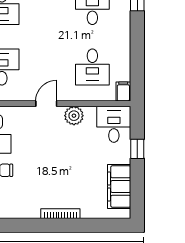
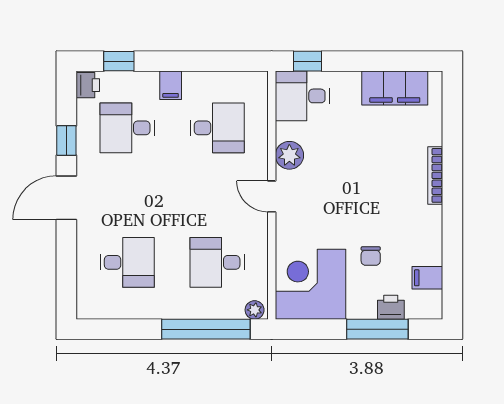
filing cabinet: (123, 92) -> (171, 85), moved, turned -90
window: (137, 149) -> (308, 61), moved

